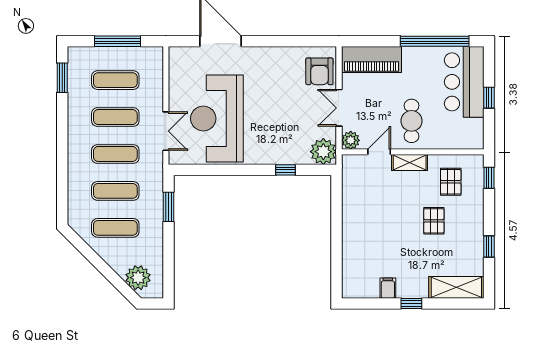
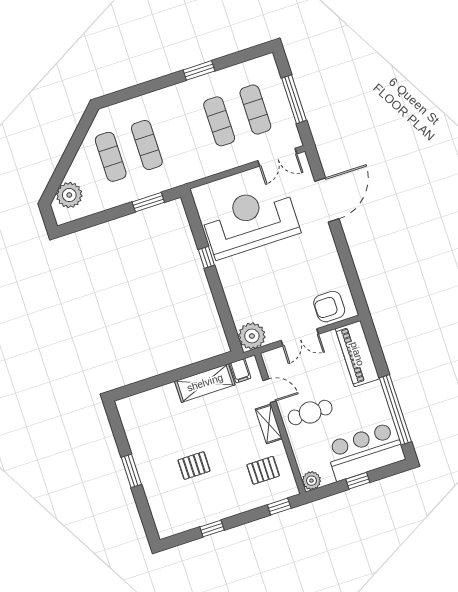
window: (62, 78) -> (199, 70), moved
double door: (339, 108) -> (300, 337), swing flipped
double door: (166, 131) -> (277, 157), moved
plant: (351, 140) -> (311, 481), moved
exercise mat: (115, 154) -> (183, 133), removed
window: (285, 170) -> (206, 257), moved
pallet: (434, 221) -> (194, 466), moved
shelving: (456, 287) -> (205, 383), moved, turned 90
filing cabinet: (388, 288) -> (240, 371), moved, turned 90
window: (411, 304) -> (131, 471), width x1.50

